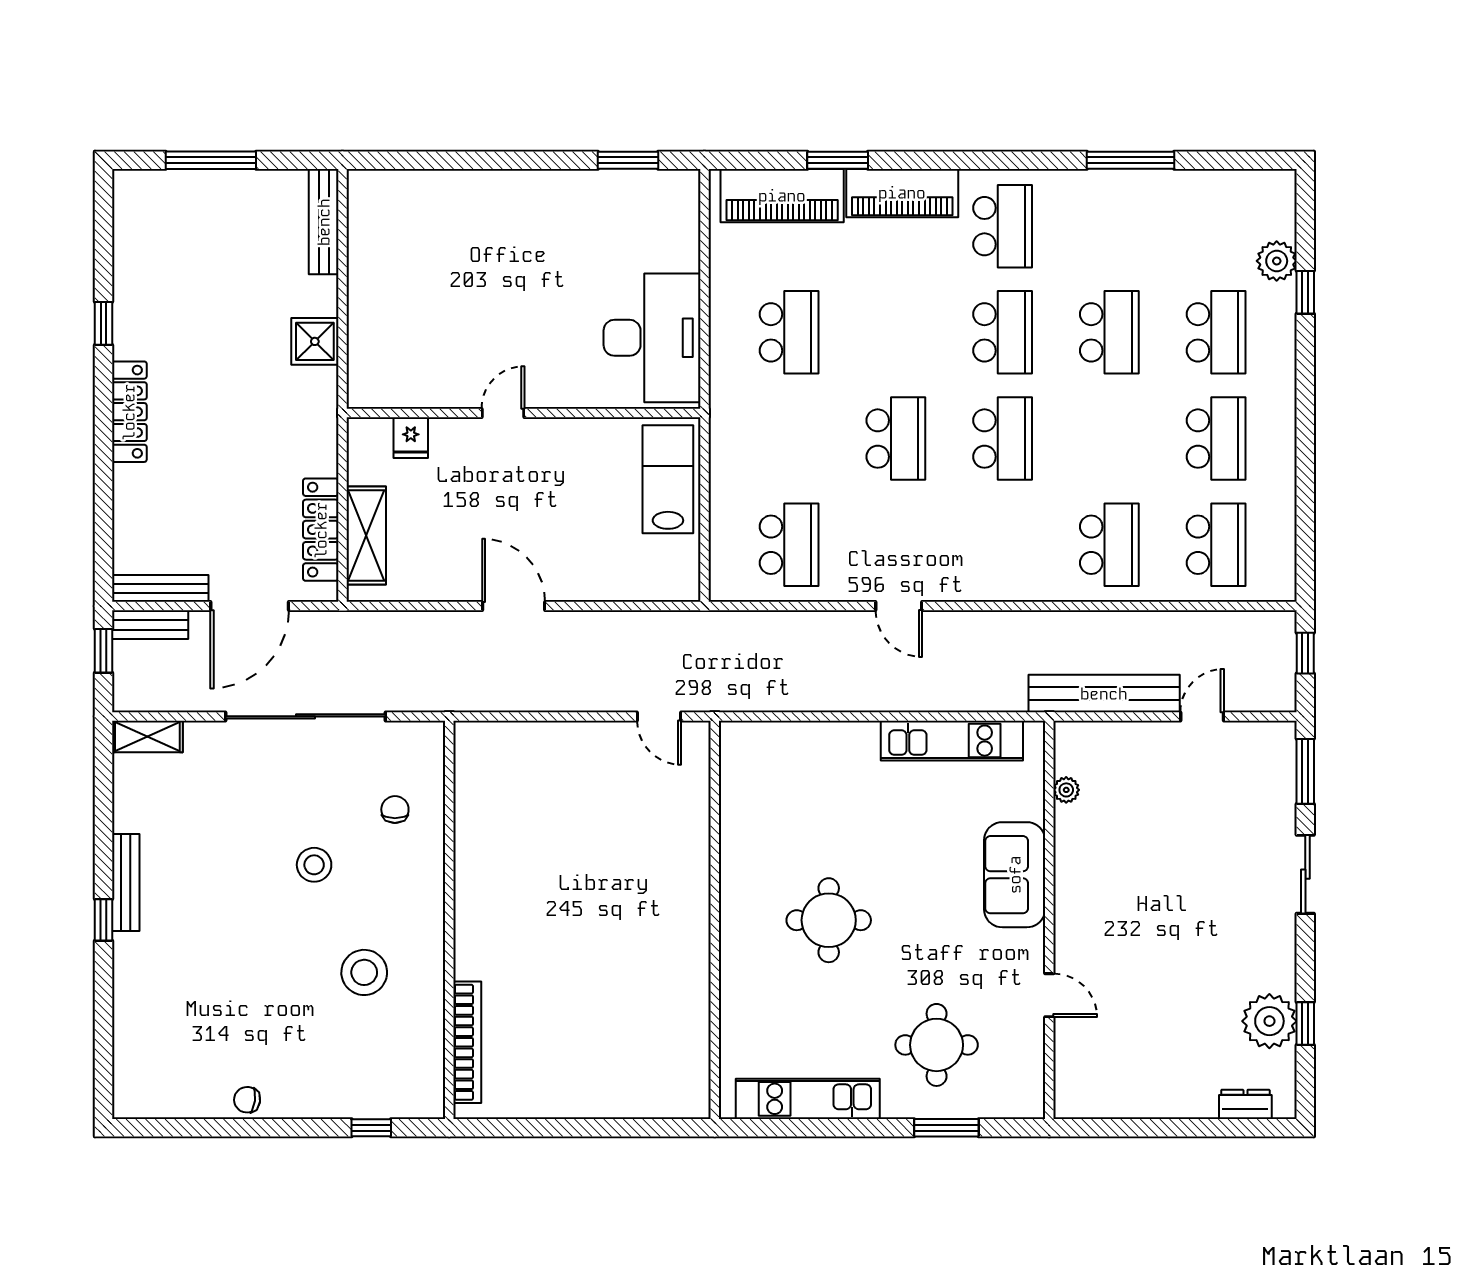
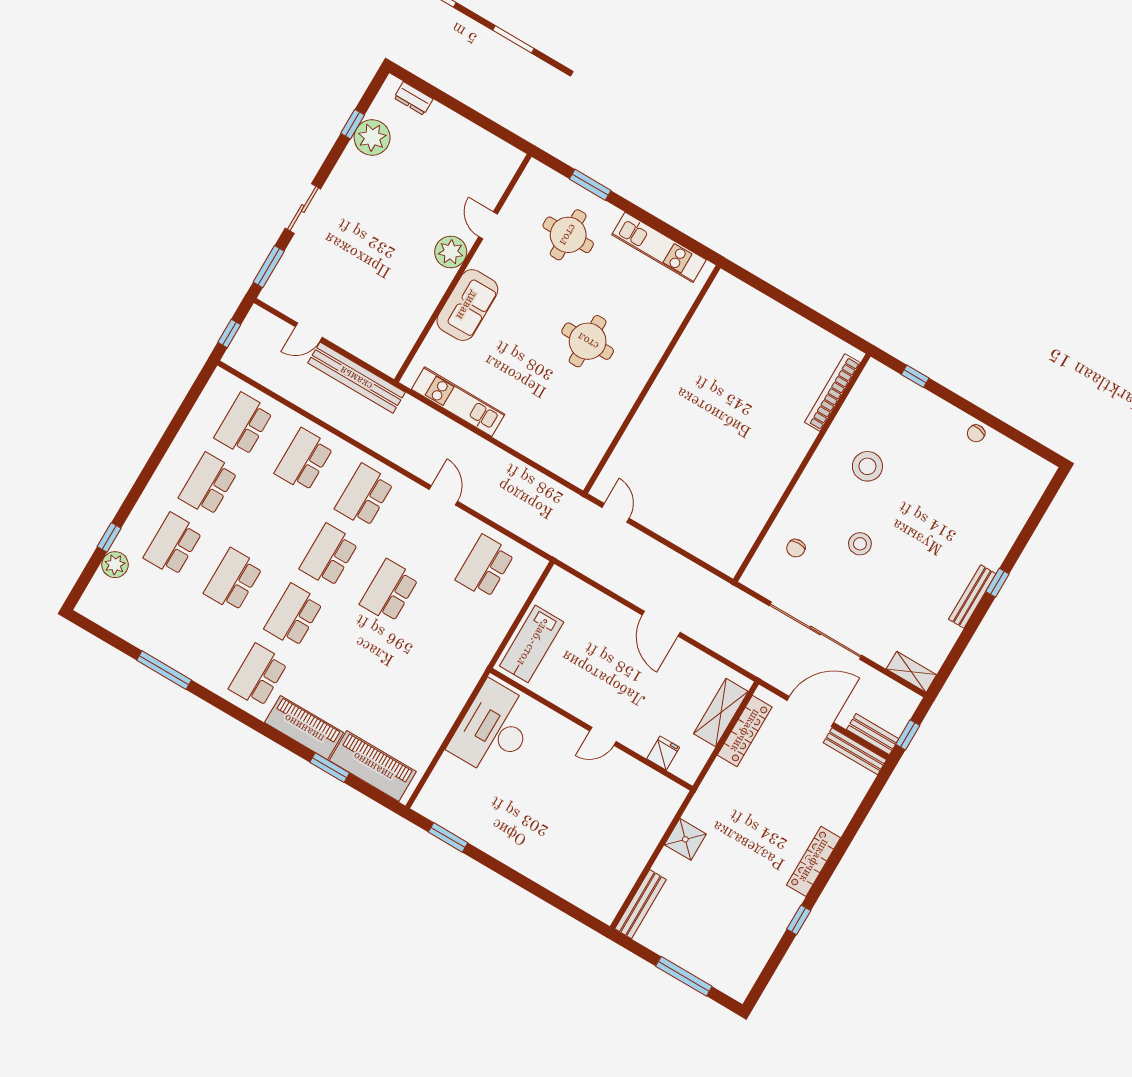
school desk: (789, 332) -> (364, 495), moved
plant: (1066, 790) -> (451, 252), moved, width x1.88, depth x1.88
chair: (247, 1100) -> (976, 433), turned 92

